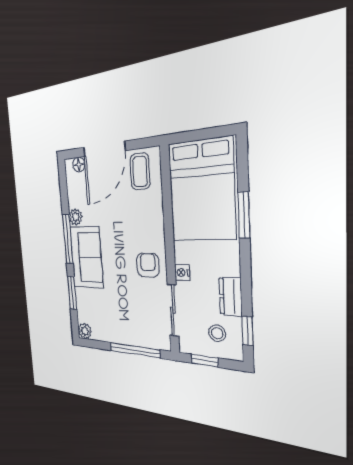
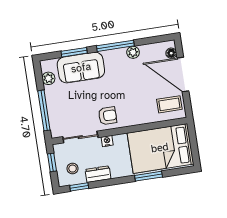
sofa: (86, 257) -> (81, 68), moved
plant: (85, 331) -> (48, 78), moved

